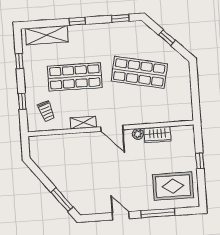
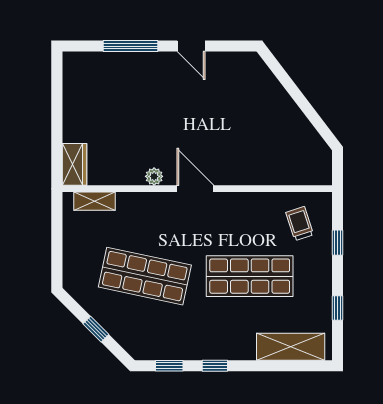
window: (77, 21) -> (215, 366), moved
shelving: (83, 123) -> (94, 201), moved
wardrobe: (157, 135) -> (74, 164), moved, turned 90
window: (200, 161) -> (57, 126), removed
rug: (173, 186) -> (103, 88), removed
window: (62, 200) -> (284, 79), removed

